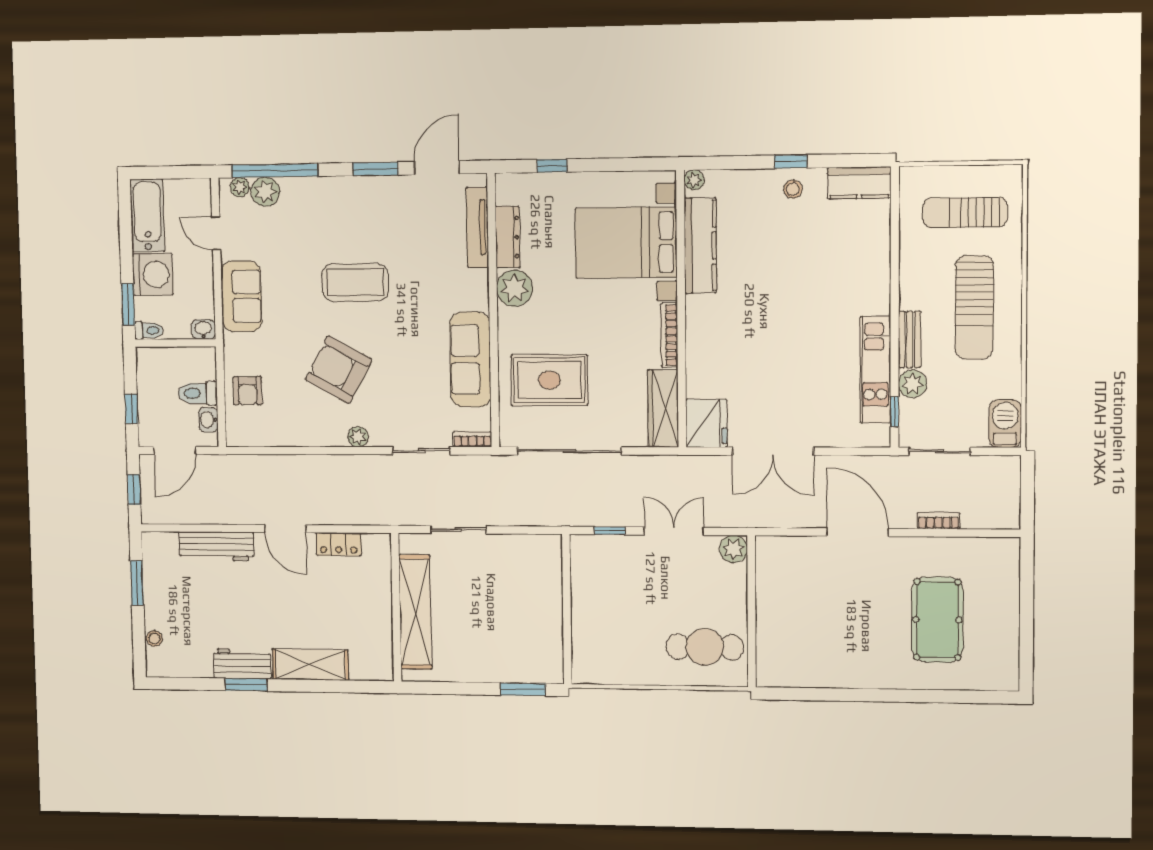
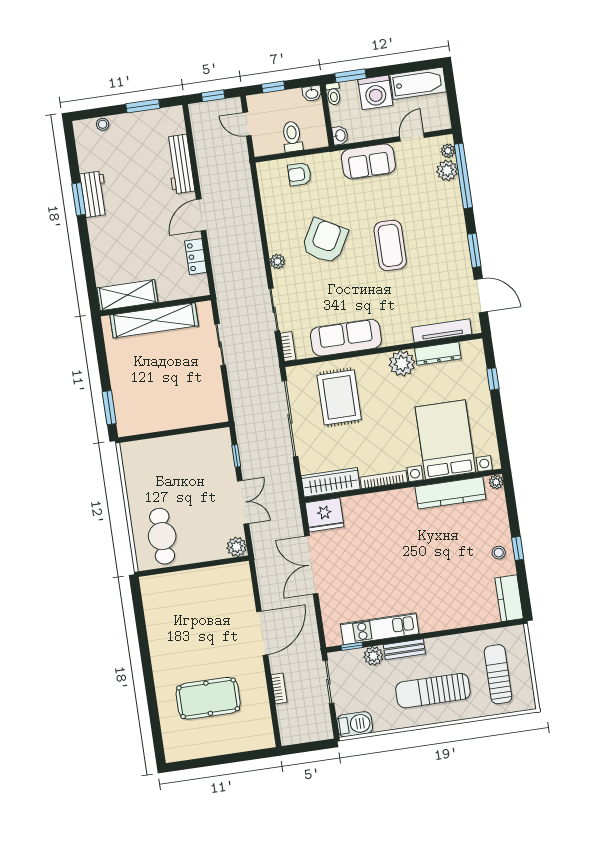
washbasin: (208, 420) -> (312, 93), moved, turned 180
door: (175, 450) -> (247, 124), width x0.73
shelving: (310, 665) -> (127, 295), moved, turned 90

